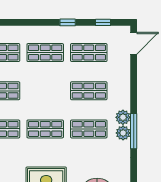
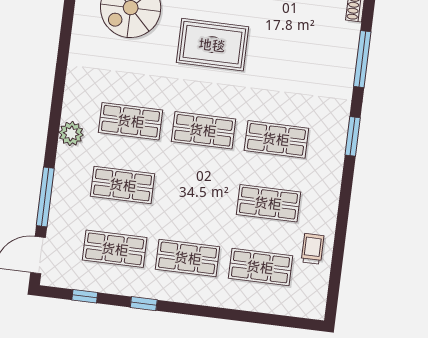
window: (134, 131) -> (45, 197), moved
plant: (123, 133) -> (74, 107), removed

